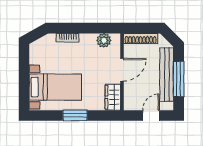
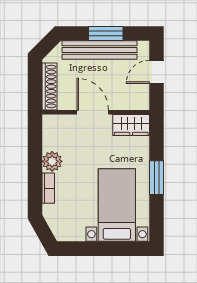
plant: (104, 40) -> (52, 161), moved
window: (179, 79) -> (106, 34), width x0.69
door: (151, 116) -> (157, 72), hinge flipped

